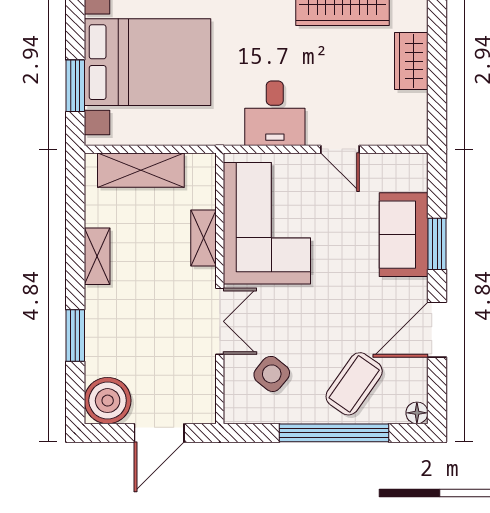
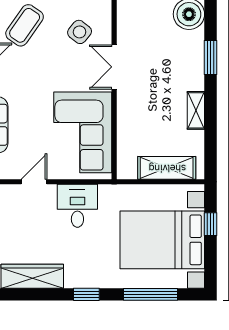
window: (75, 86) -> (211, 224), width x0.67
door: (340, 149) -> (34, 182), hinge flipped
shelving: (204, 238) -> (125, 123), removed

